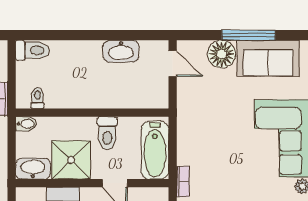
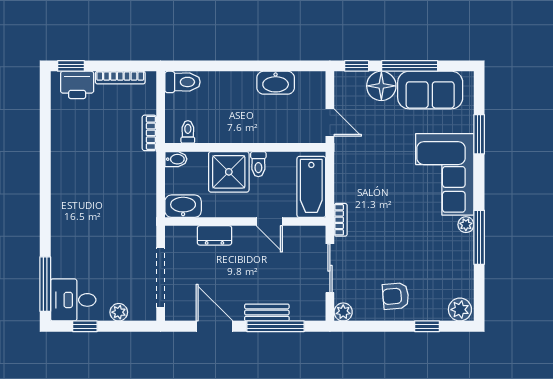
window: (198, 35) -> (357, 66), added
door: (173, 64) -> (330, 123), moved
toilet: (107, 133) -> (258, 164), width x0.73, depth x0.72
shower: (71, 160) -> (229, 172), moved

